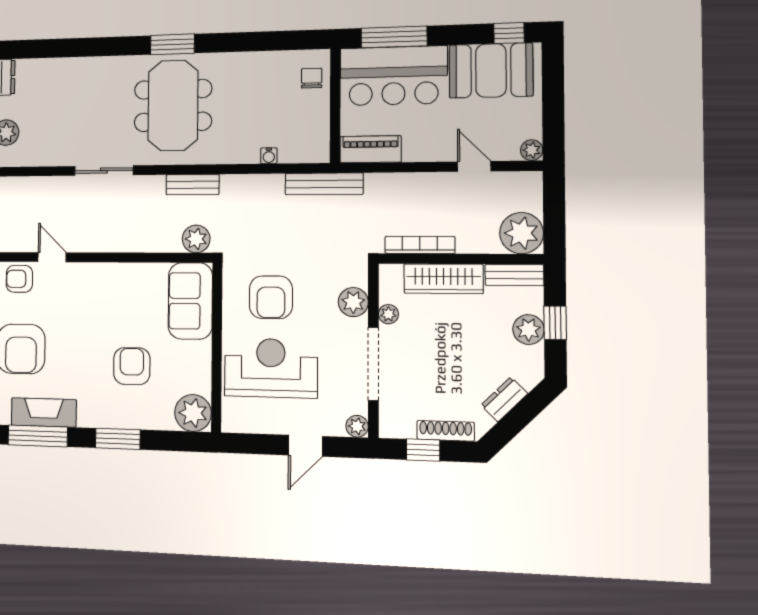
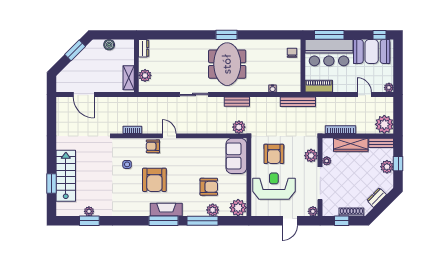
armchair: (132, 366) -> (209, 187), turned 90
plant: (139, 416) -> (213, 210), added
window: (118, 439) -> (203, 221), width x1.44

